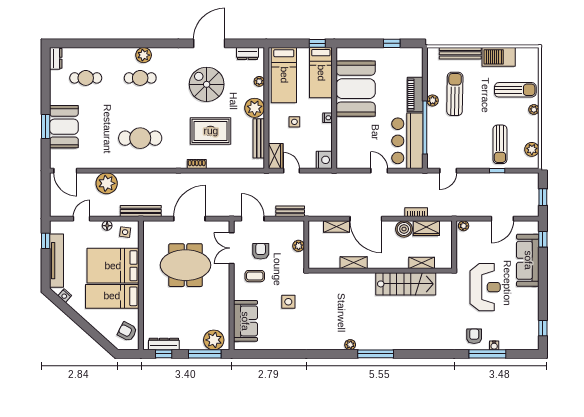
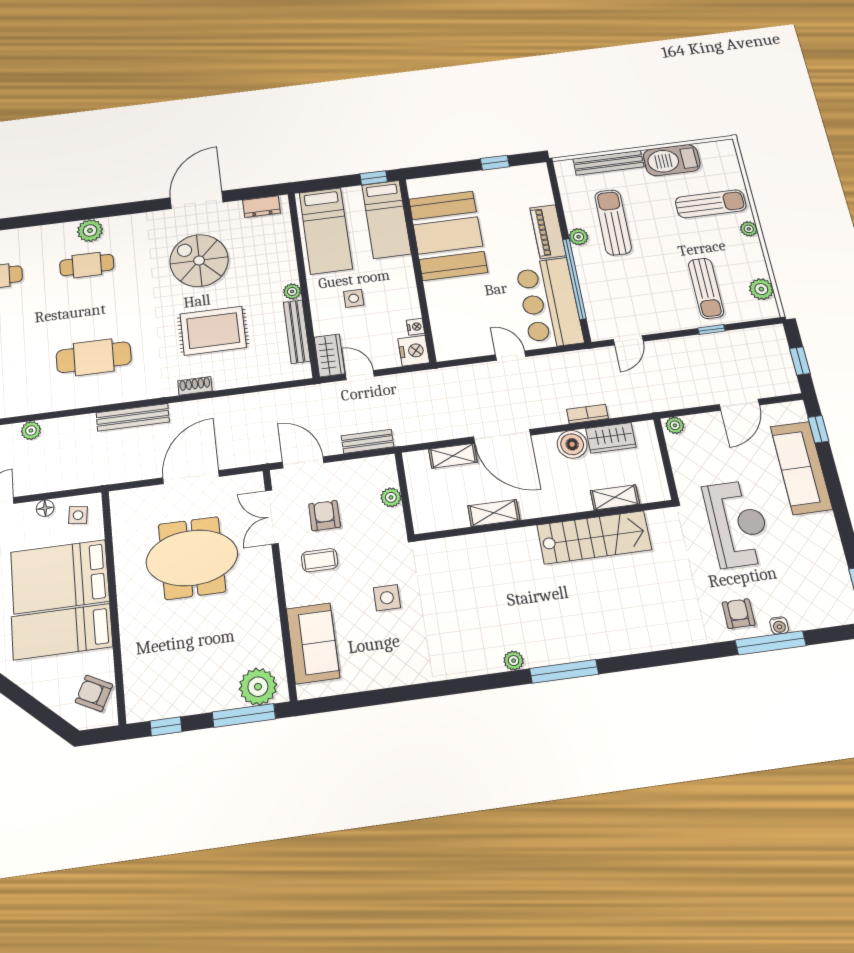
plant: (259, 81) -> (286, 245), removed
plant: (255, 108) -> (292, 291), width x0.53, depth x0.53
nightstand: (328, 118) -> (415, 327), moved
plant: (107, 183) -> (31, 431), width x0.53, depth x0.53
bench: (141, 211) -> (133, 417), moved
dresser: (164, 344) -> (165, 707), removed

